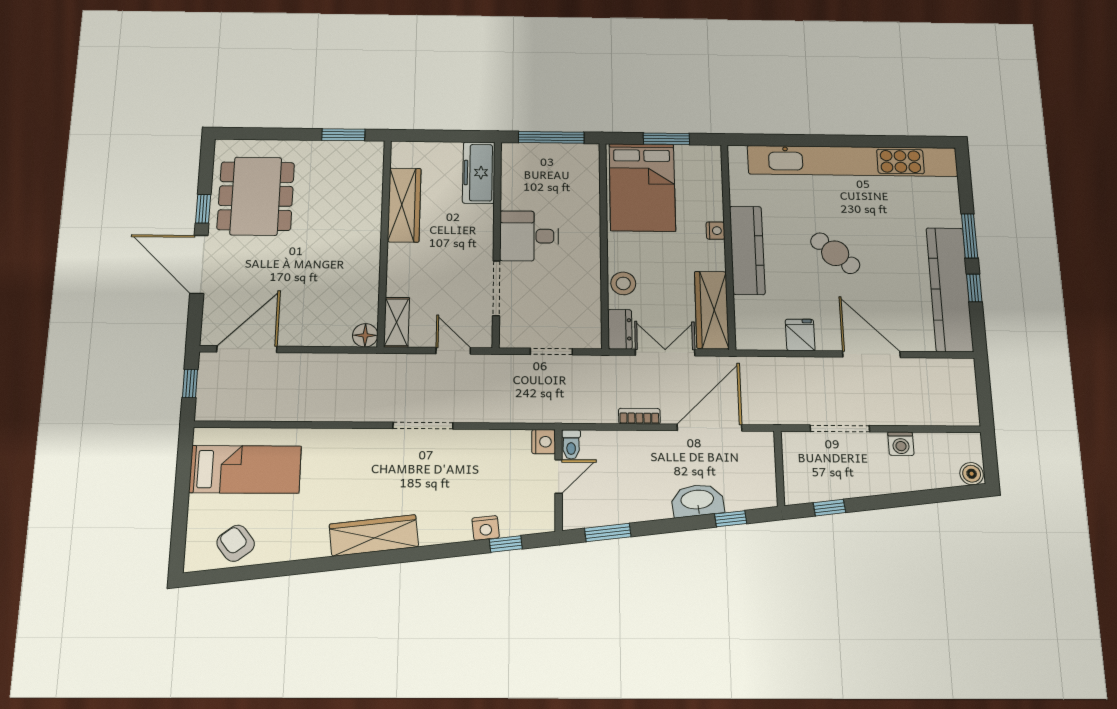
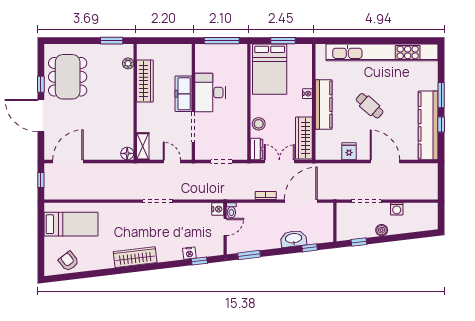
freezer: (479, 173) -> (183, 94), moved
plant: (373, 174) -> (128, 63), added
desk: (529, 236) -> (210, 93), width x1.37
boiler: (972, 474) -> (382, 230), moved

